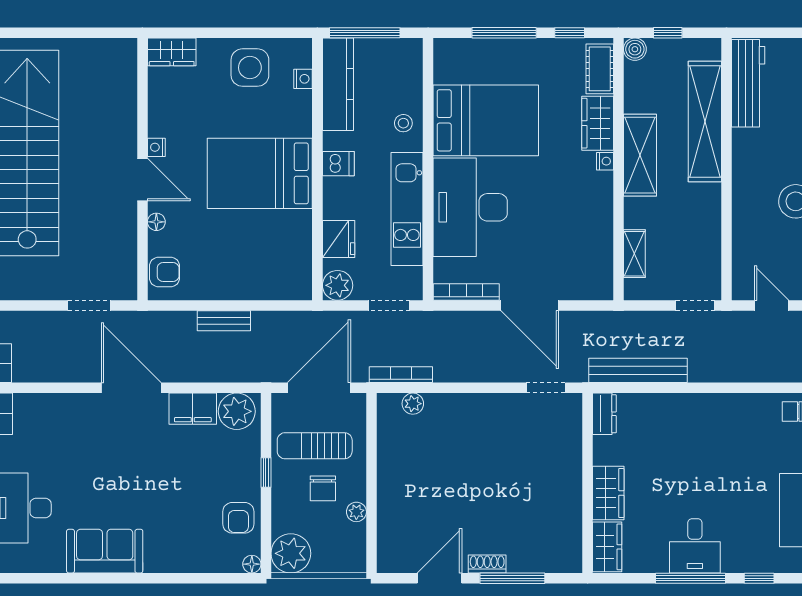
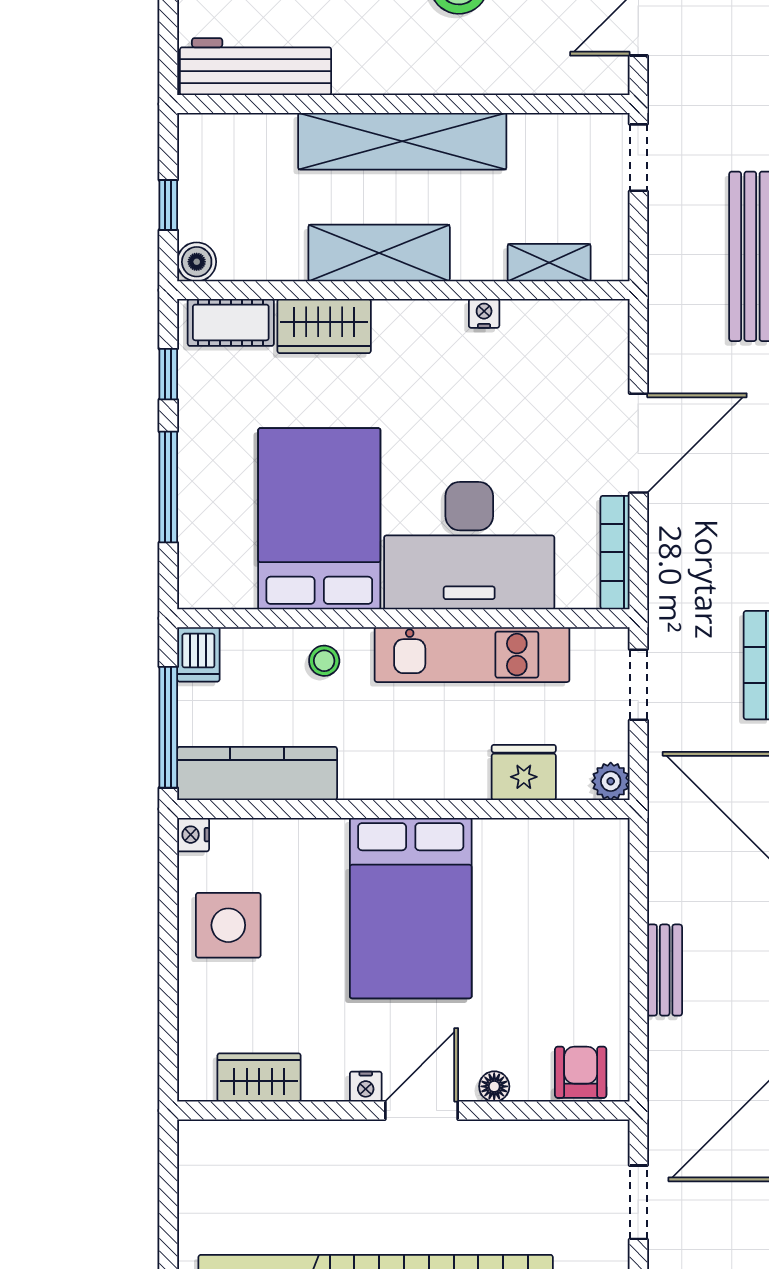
wardrobe: (172, 52) -> (259, 1077), moved, turned -90
nightstand: (303, 79) -> (193, 835), moved, turned -90
shelving: (705, 122) -> (402, 141), moved
nightstand: (605, 161) -> (484, 313), moved
dishwasher: (338, 164) -> (198, 654), moved, turned 180
plant: (338, 285) -> (611, 781), width x0.73, depth x0.73

